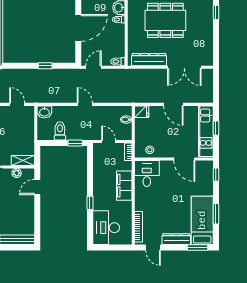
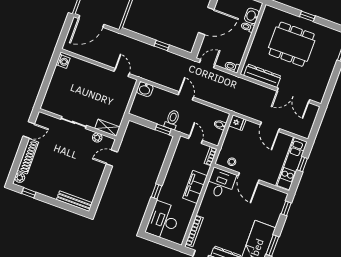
toilet: (60, 131) -> (172, 120), moved
door: (184, 159) -> (249, 178), moved

